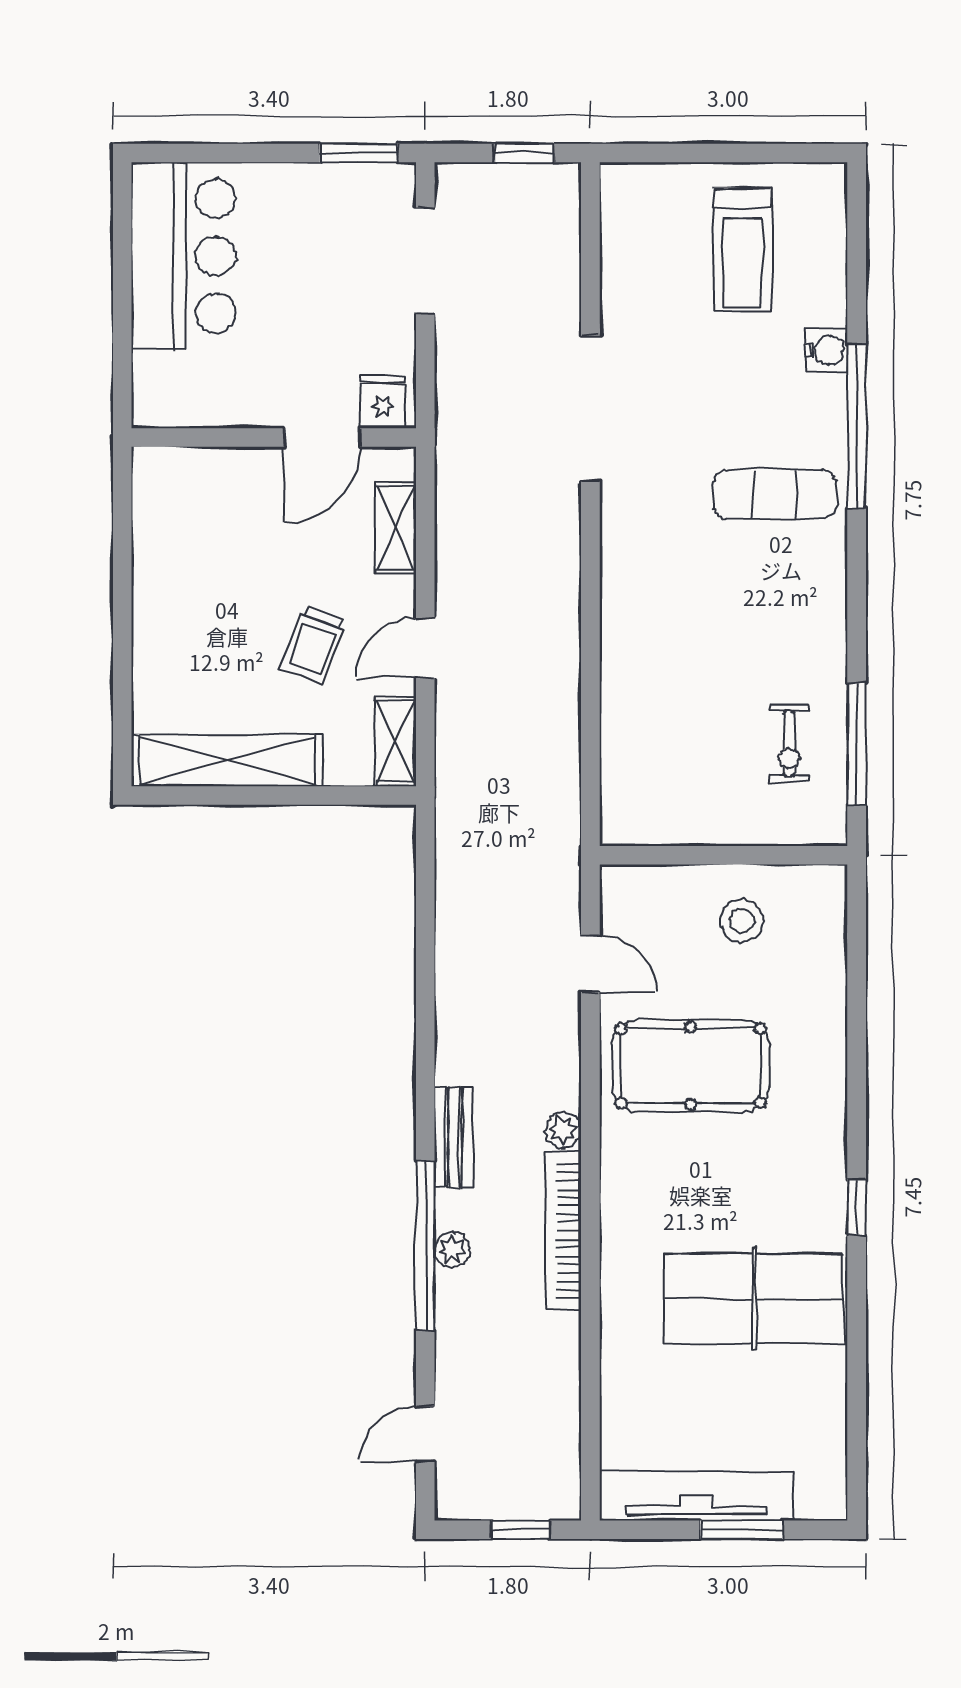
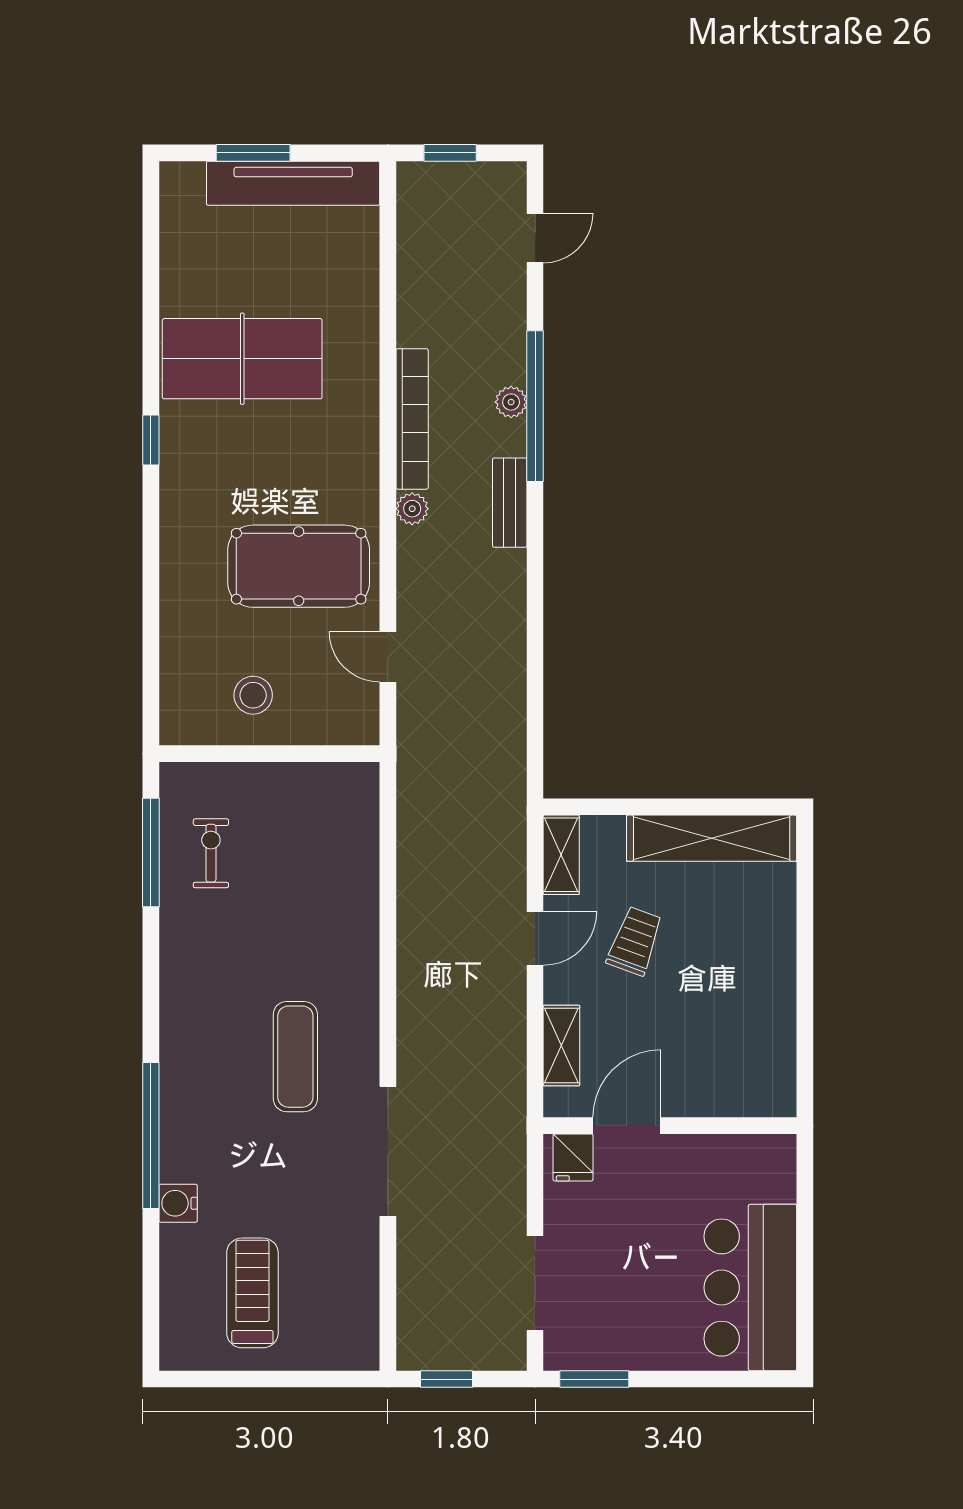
exercise mat: (775, 494) -> (295, 1057), moved, turned 90

